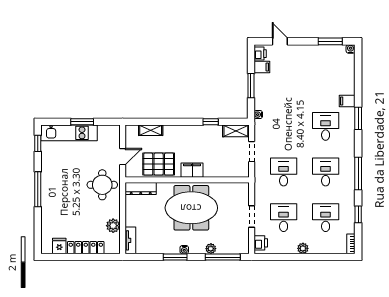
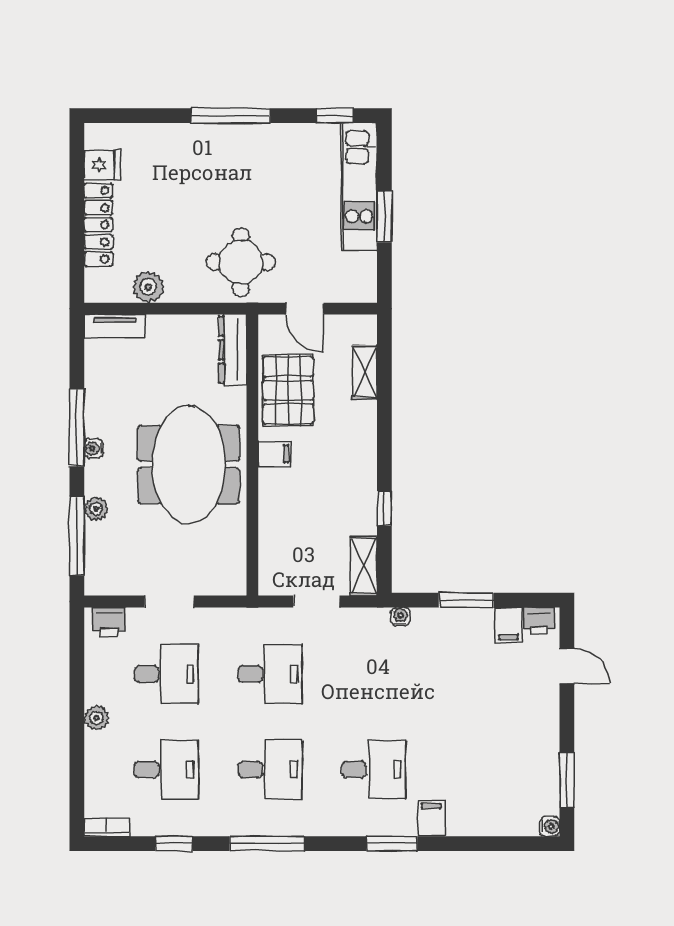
door: (280, 41) -> (567, 666), hinge flipped
filing cabinet: (192, 170) -> (275, 454), width x0.50
window: (175, 257) -> (77, 428), width x1.44

